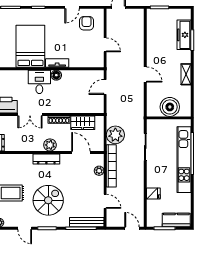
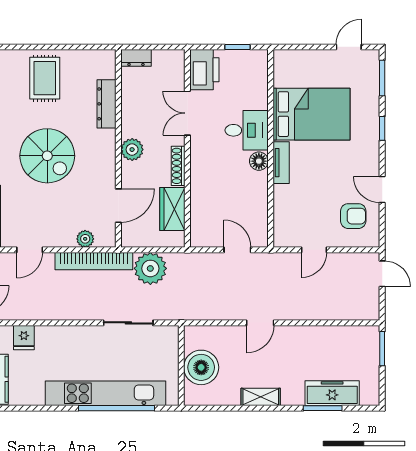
dresser: (46, 159) -> (107, 104), moved
fridge: (153, 194) -> (24, 338), moved
spiral stairs: (48, 200) -> (47, 156), moved

